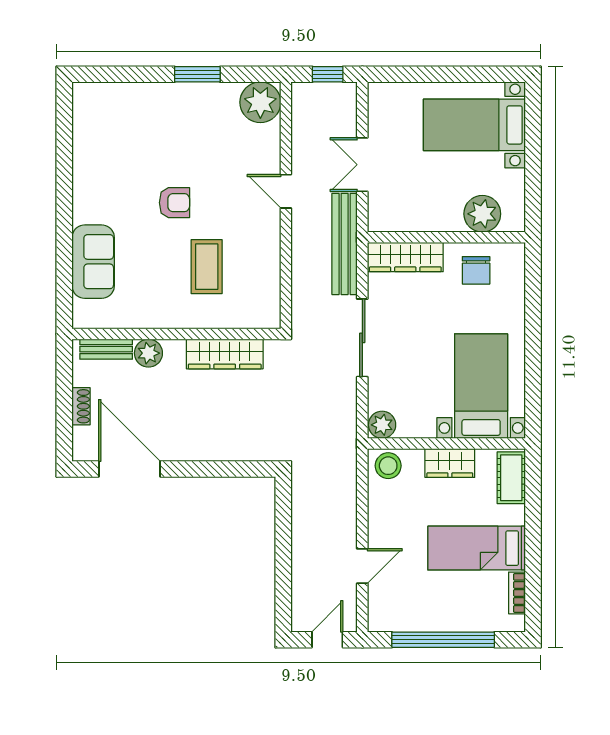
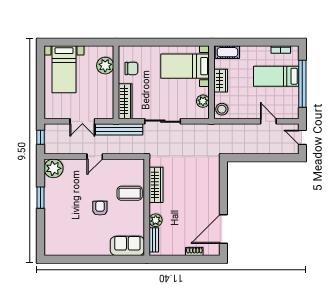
wall: (176, 334) -> (147, 207), moved
bench: (106, 349) -> (154, 240), moved
plant: (148, 353) -> (156, 220), moved
wardrobe: (225, 354) -> (156, 185), moved
plant: (382, 425) -> (203, 101), moved
bed: (477, 548) -> (276, 76), moved, turned 90

